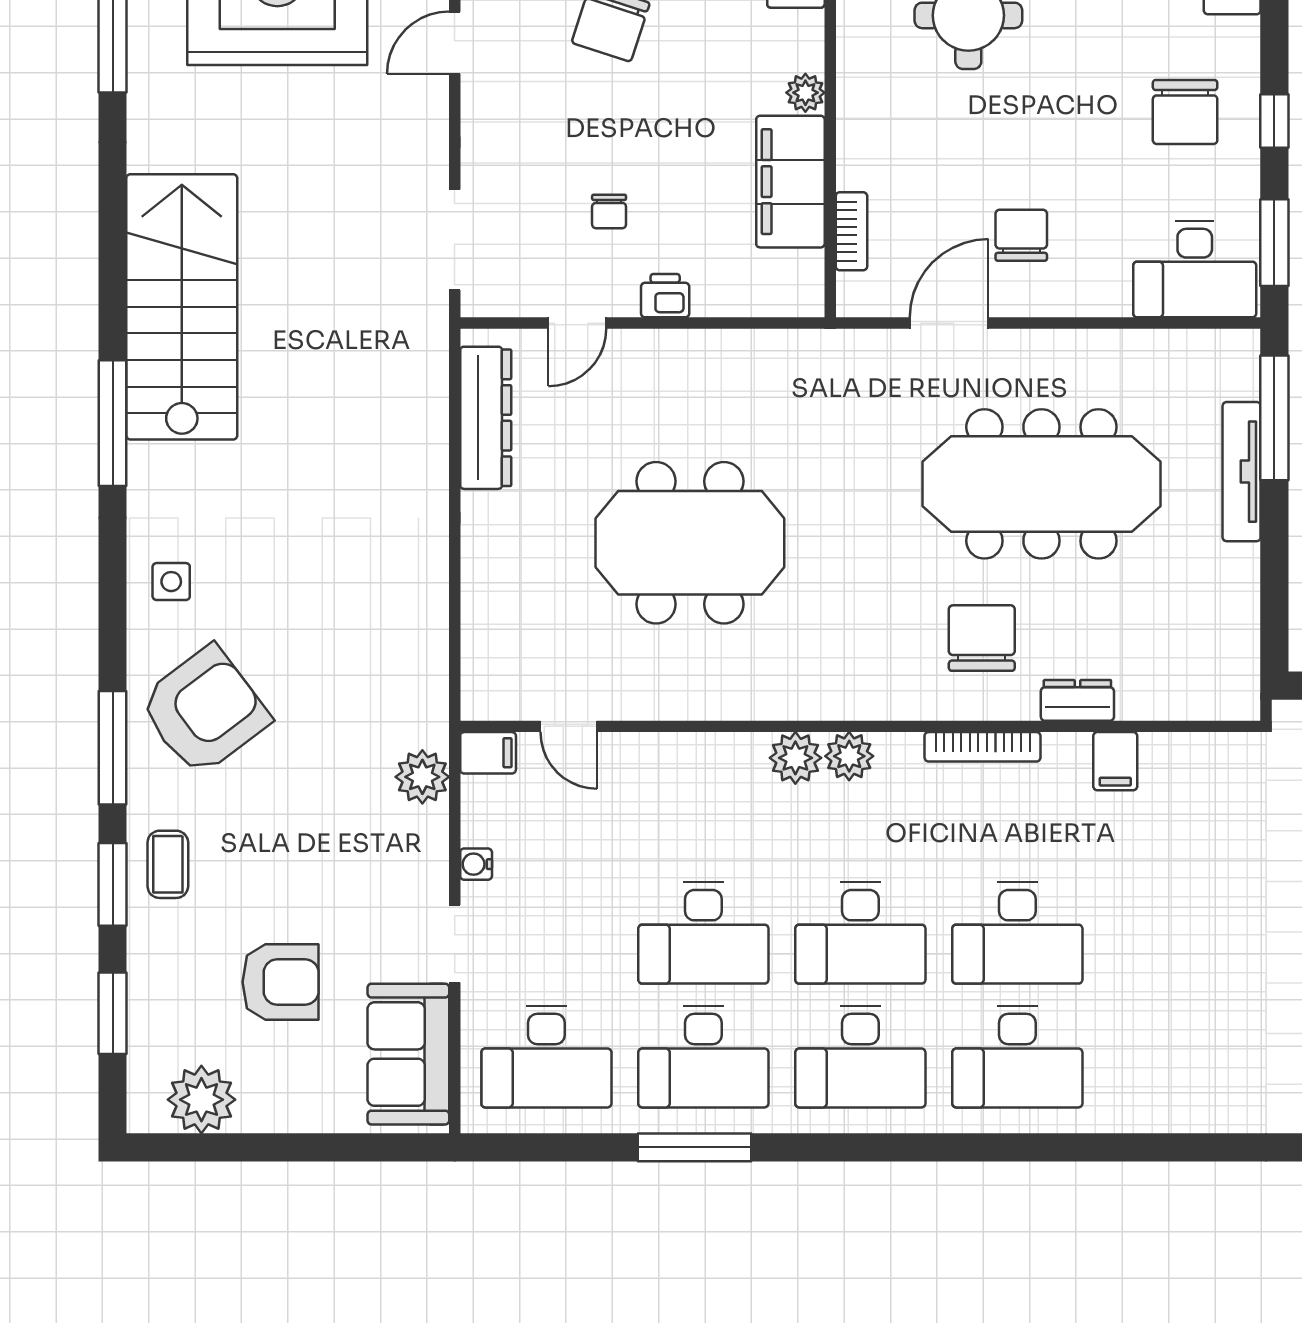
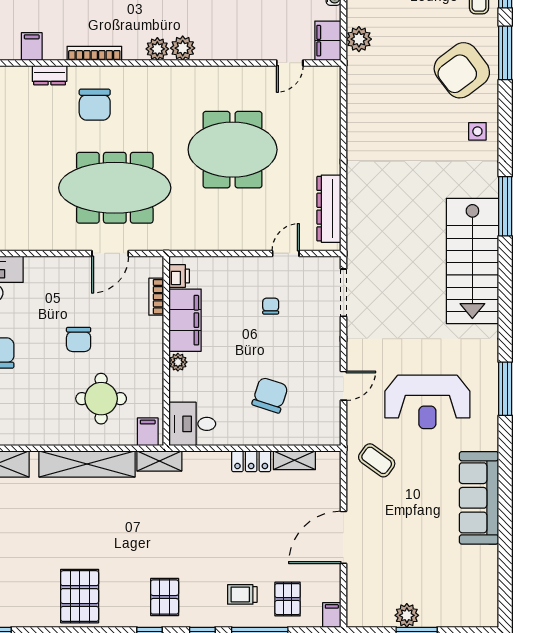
chair: (1021, 235) -> (79, 339), moved
printer: (665, 296) -> (179, 276), moved, turned -90
meeting table: (1041, 484) -> (115, 188), moved
door: (569, 726) -> (290, 63), swing flipped
filing cabinet: (488, 753) -> (328, 41), width x2.00

